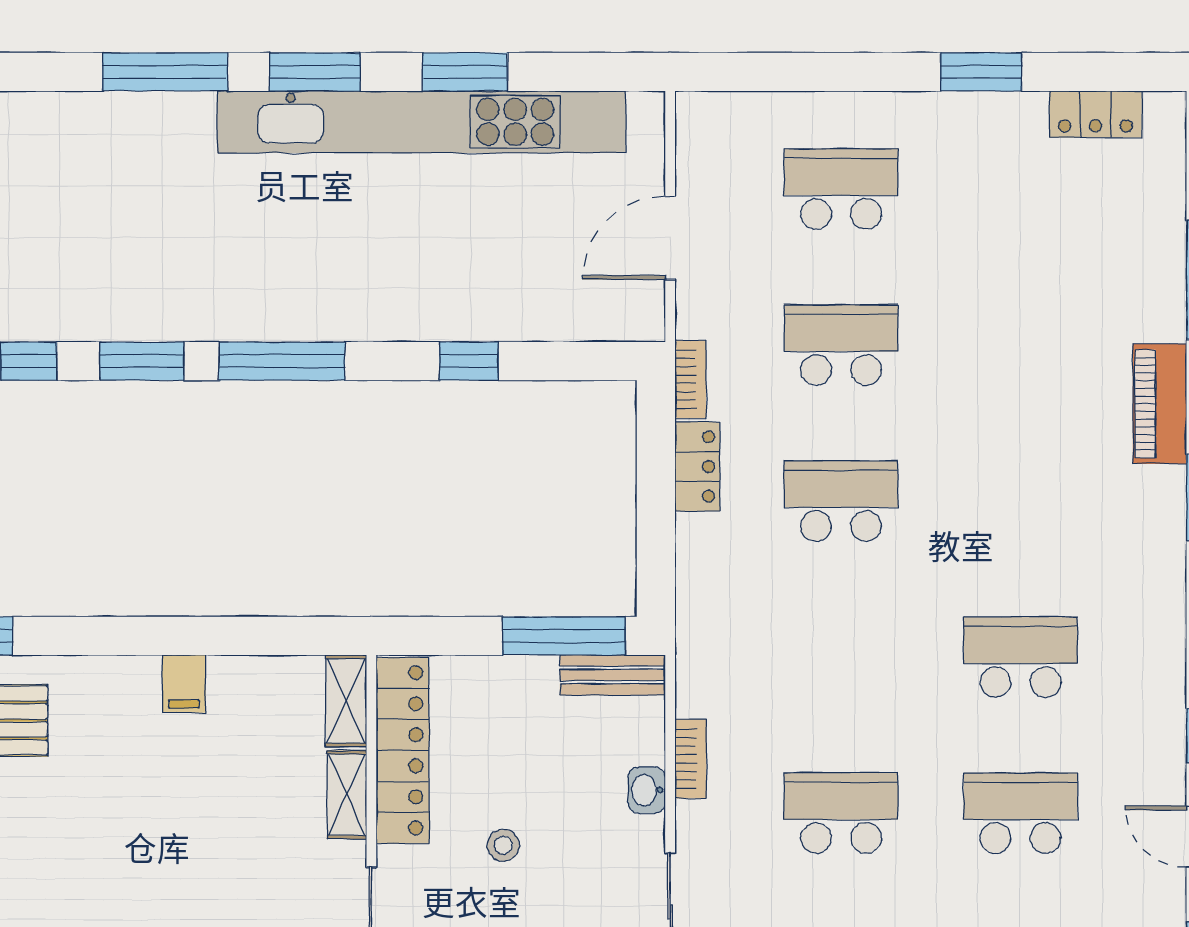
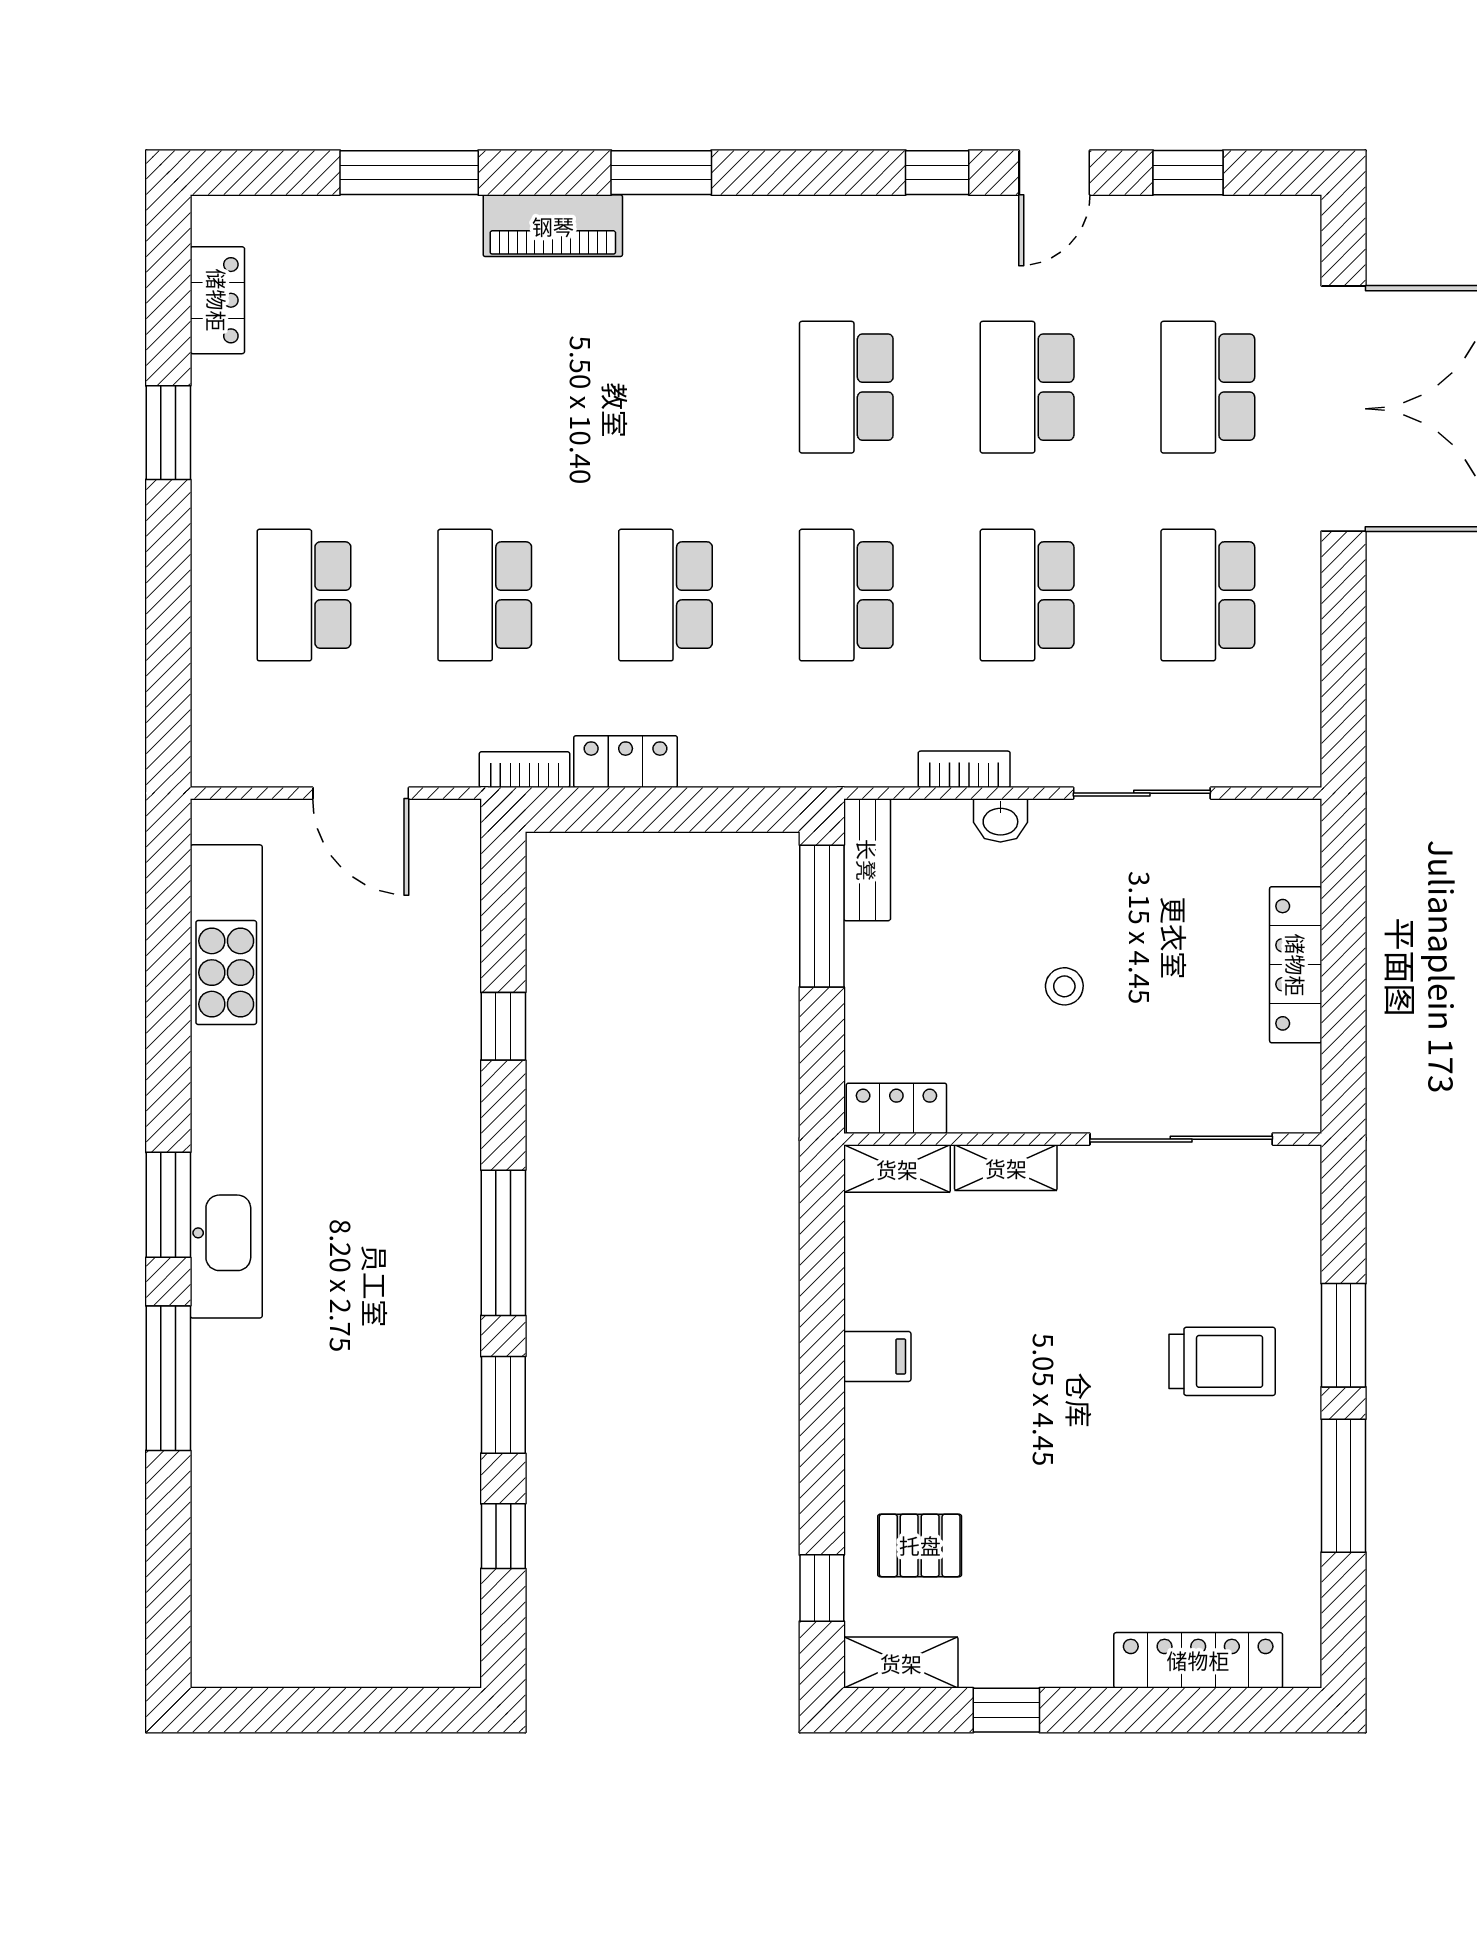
window: (465, 72) -> (168, 1031), removed
school desk: (841, 657) -> (846, 595), added
locker: (403, 750) -> (896, 1108), width x0.46, depth x0.83

